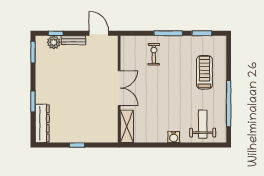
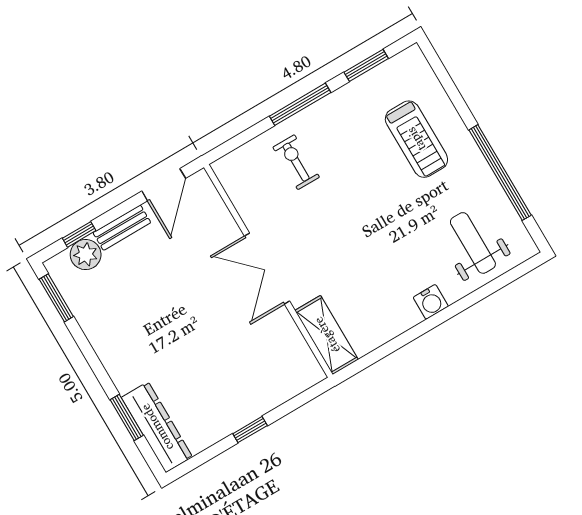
door: (99, 33) -> (164, 185), swing flipped
treadmill: (204, 72) -> (416, 139), turned 180
double door: (119, 88) -> (267, 269), swing flipped
window: (33, 101) -> (127, 418), moved

